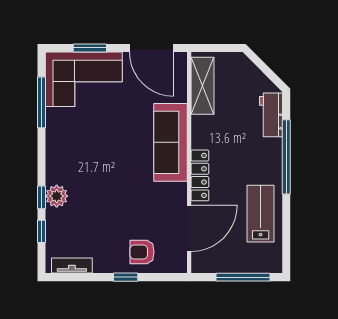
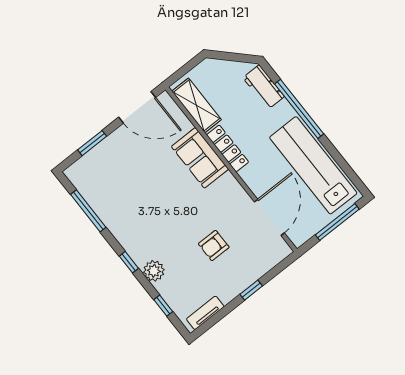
corner sofa: (84, 79) -> (106, 169), removed
sofa: (171, 142) -> (200, 158), width x0.73
locker: (200, 175) -> (228, 148), moved
window: (42, 197) -> (129, 262), moved
lab bench: (261, 214) -> (313, 165), width x1.86, depth x1.39
armchair: (142, 252) -> (214, 246), moved

